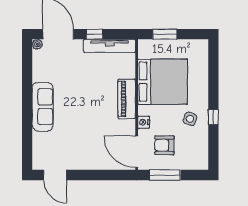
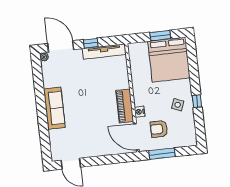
window: (165, 34) -> (160, 36), moved
bed: (163, 82) -> (169, 60), moved, turned 90
piano: (127, 99) -> (125, 106), moved

